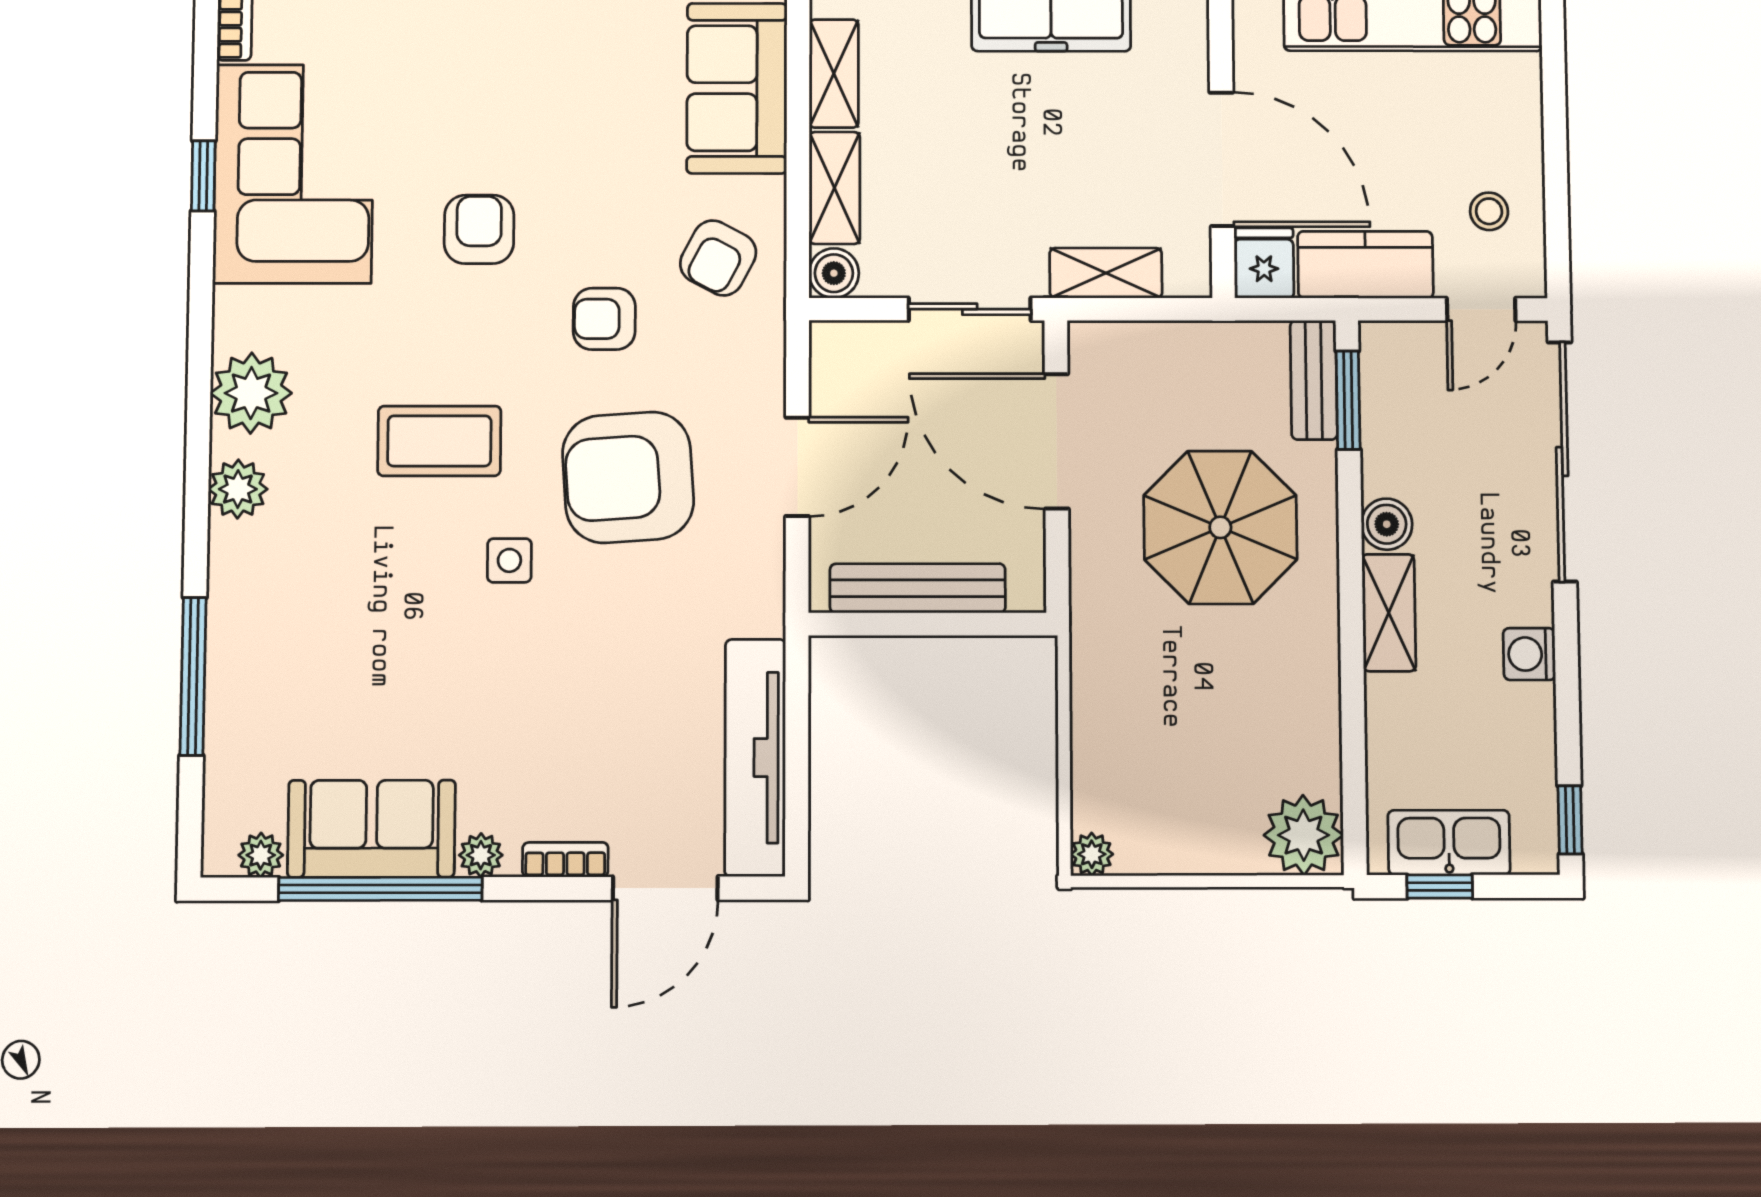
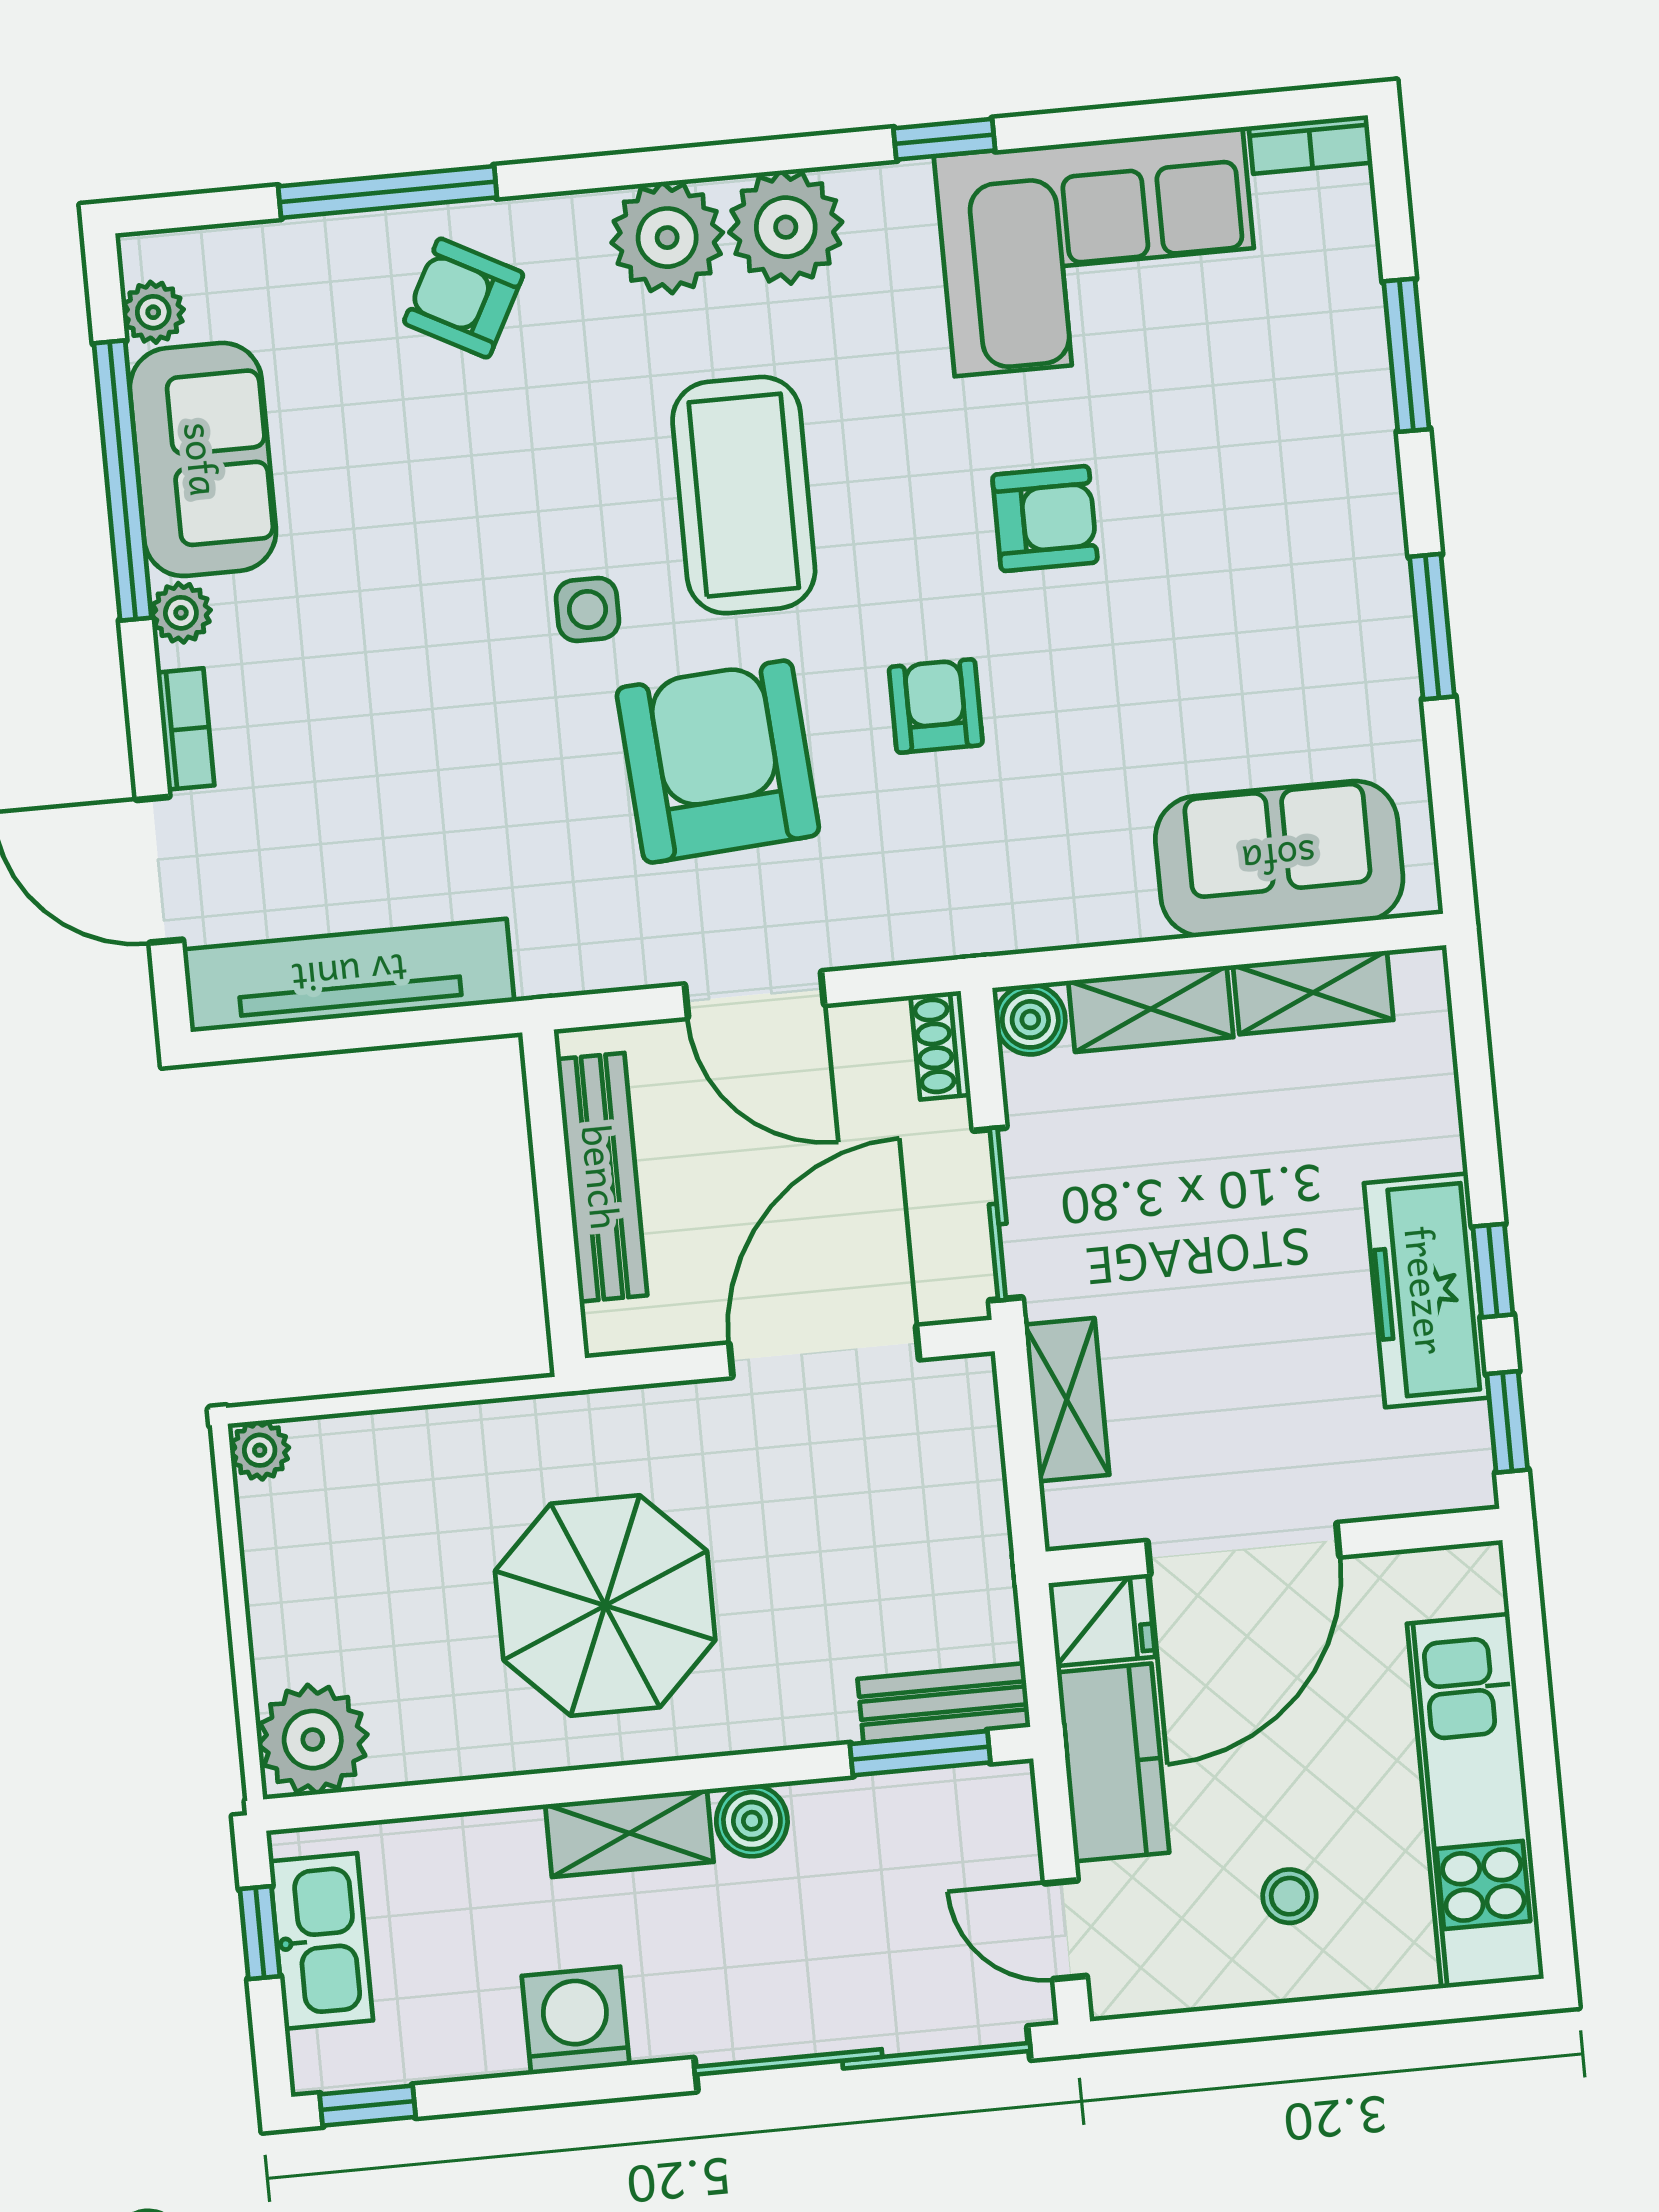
window: (203, 176) -> (944, 139), moved
stool: (1489, 211) -> (1289, 1896), moved
armchair: (718, 258) -> (464, 298), moved
shoe rack: (846, 338) -> (941, 1045), added
coffee table: (439, 441) -> (744, 495), width x1.36, depth x1.32
plant: (238, 489) -> (667, 238), width x1.36, depth x1.36
parasol: (1220, 527) -> (605, 1606), moved
washing machine: (1529, 654) -> (576, 2020), width x1.38, depth x1.38

